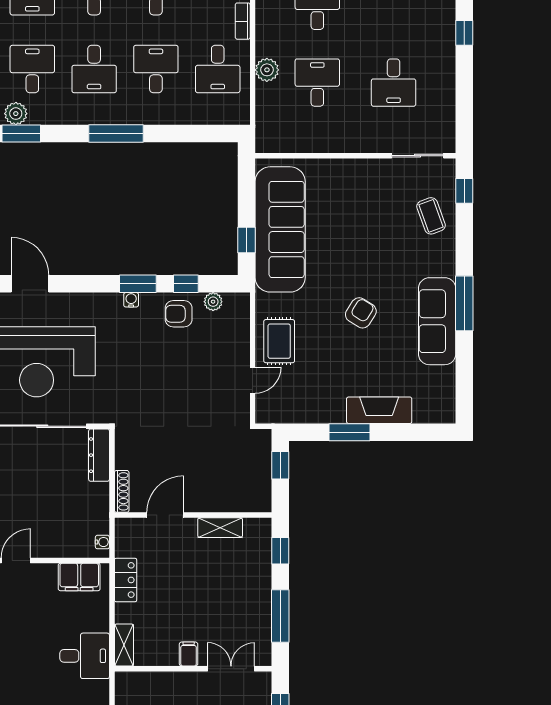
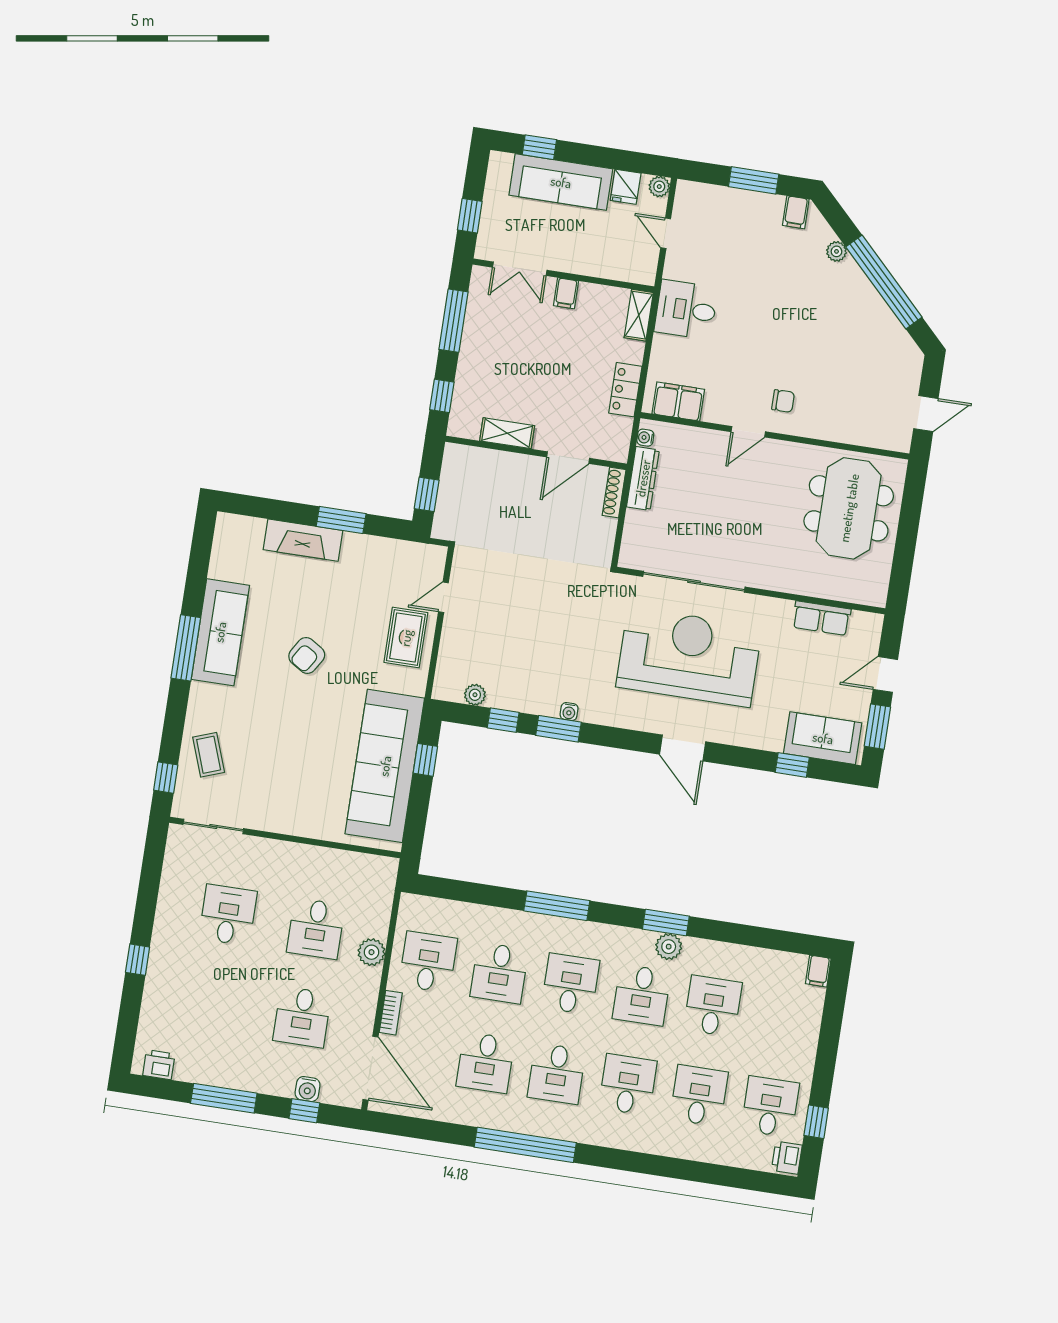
armchair: (179, 314) -> (517, 687), removed
dresser: (99, 455) -> (643, 478), moved

